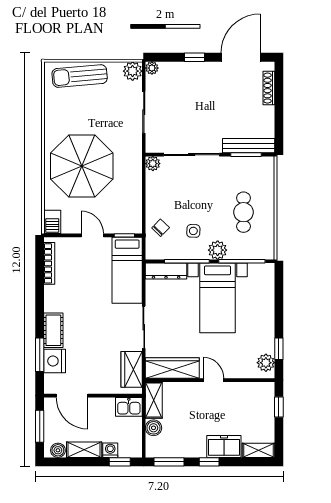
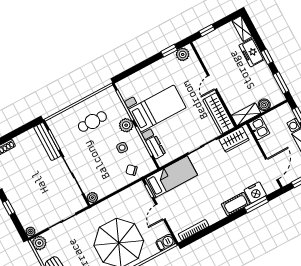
dresser: (166, 271) -> (156, 147), width x0.70

